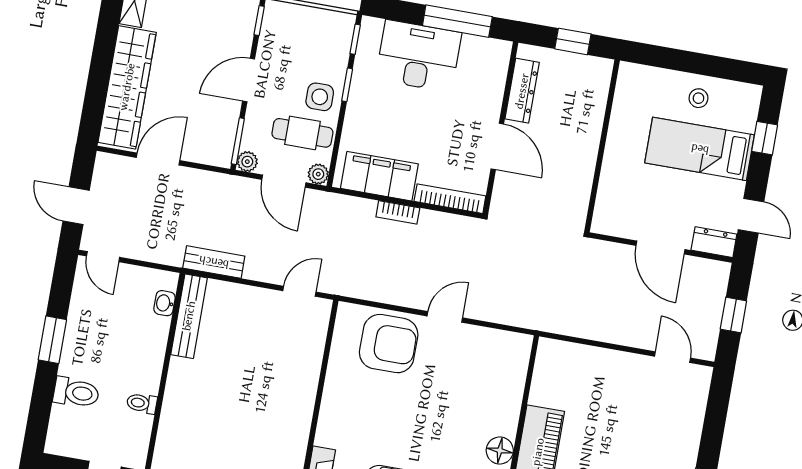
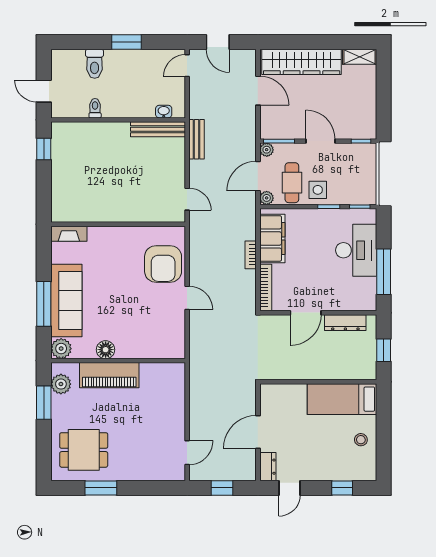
bed: (700, 149) -> (342, 399), moved, turned -90
door: (76, 206) -> (218, 42), swing flipped

